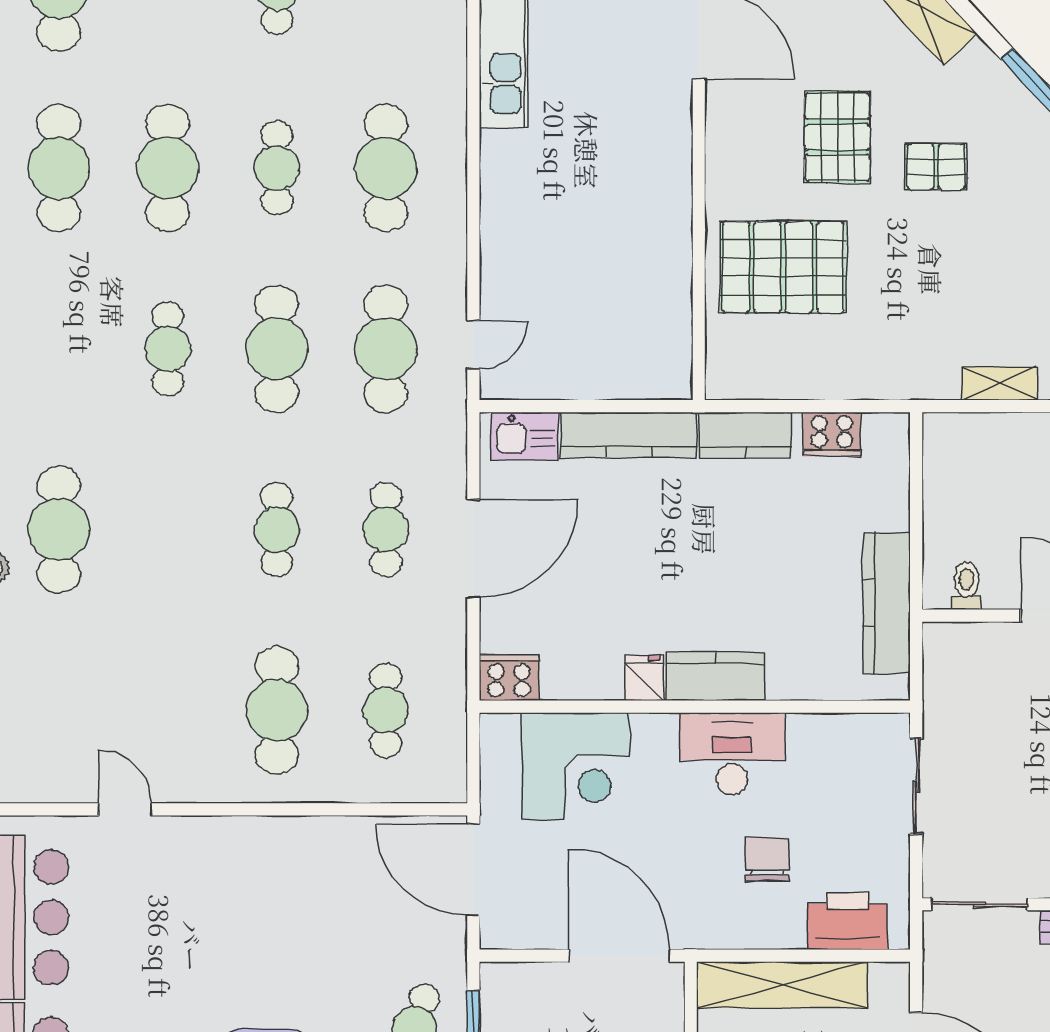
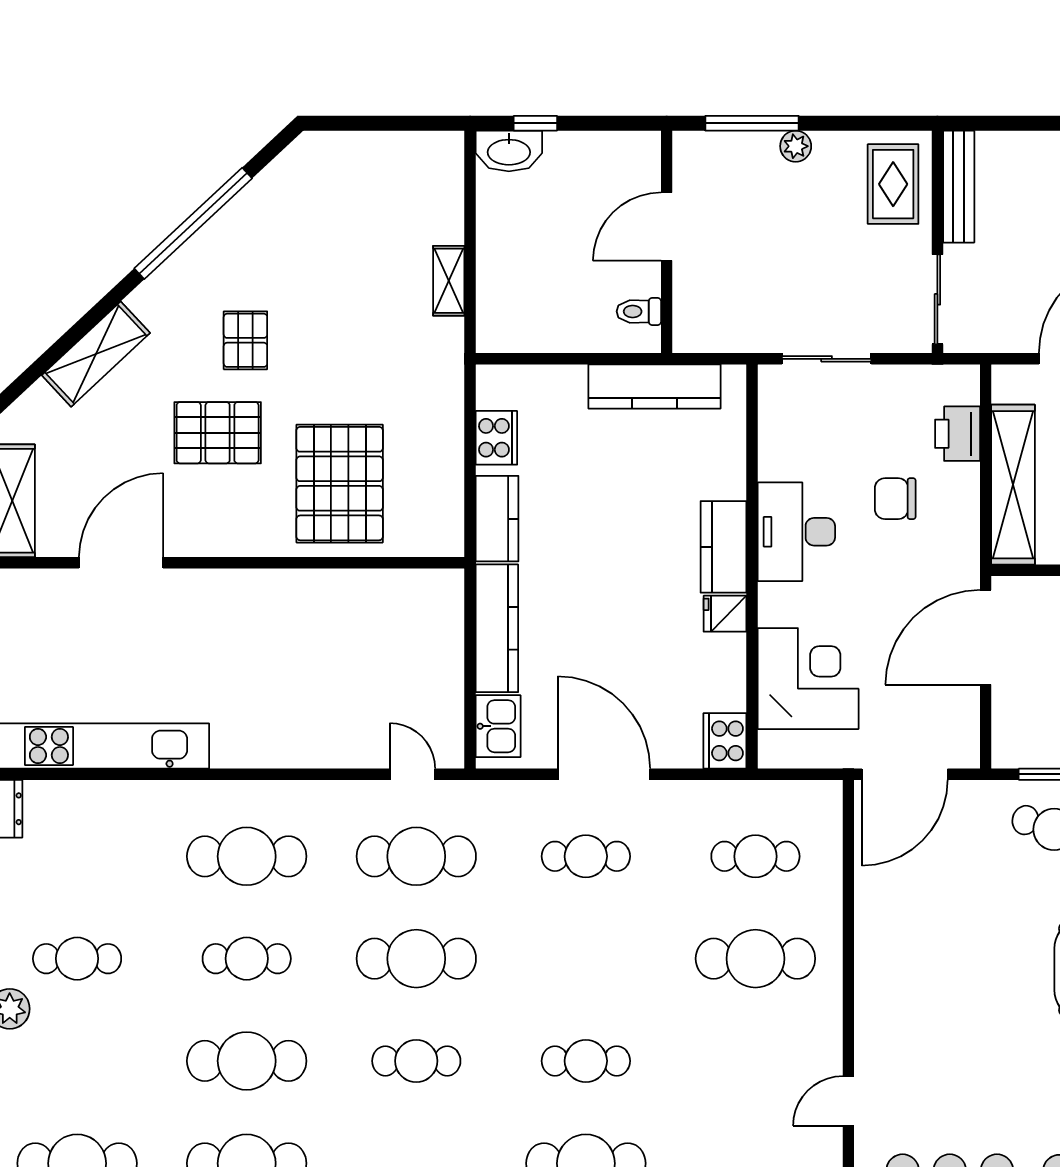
cafe table: (277, 530) -> (586, 1061), moved
printer: (847, 921) -> (958, 434), width x0.73, depth x0.84

